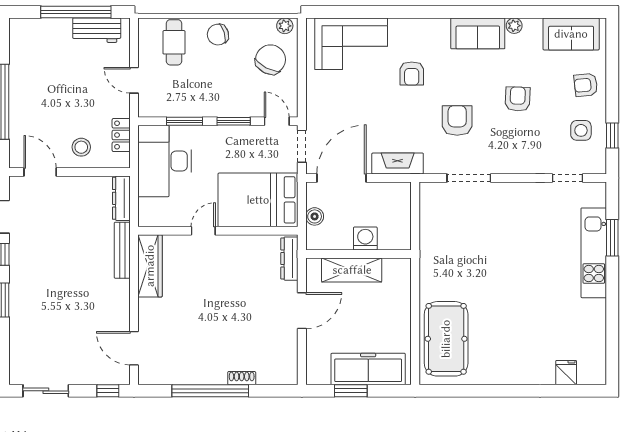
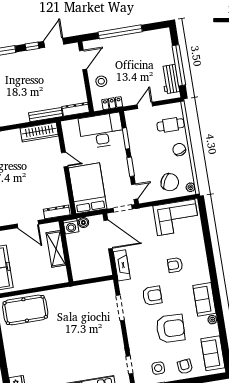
corner sofa: (351, 44) -> (176, 217), moved, turned -90
armchair: (518, 99) -> (170, 329), width x1.88, depth x1.88
washing machine: (365, 239) -> (71, 226), moved, turned 90

